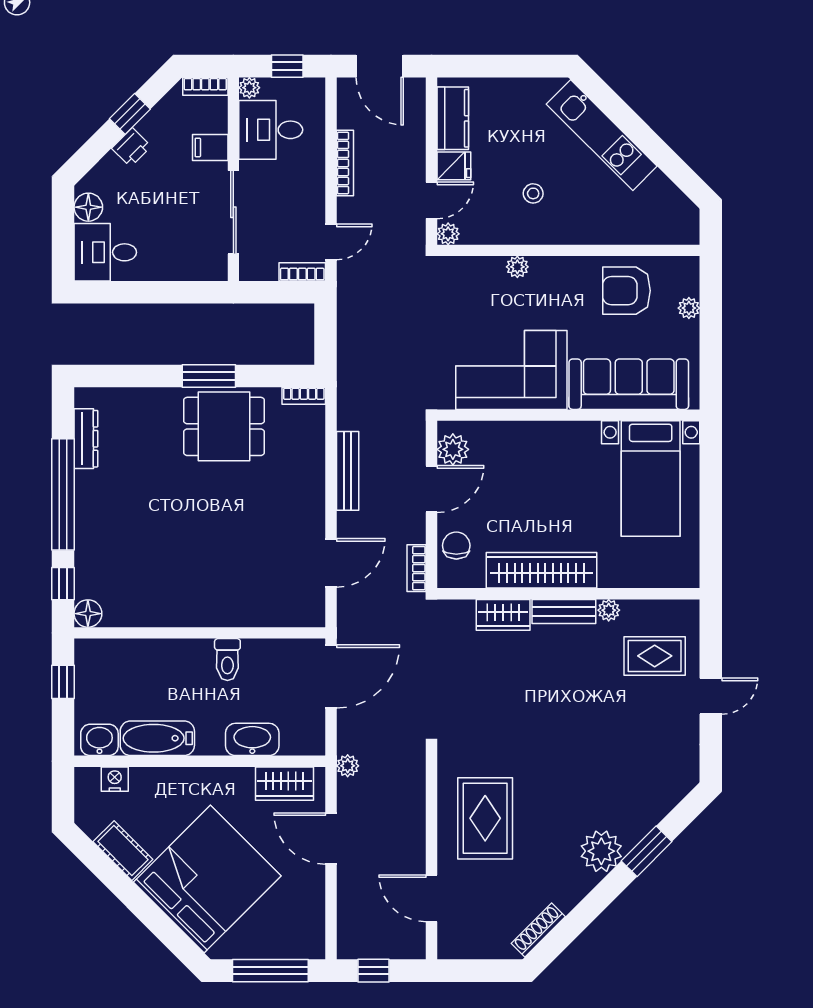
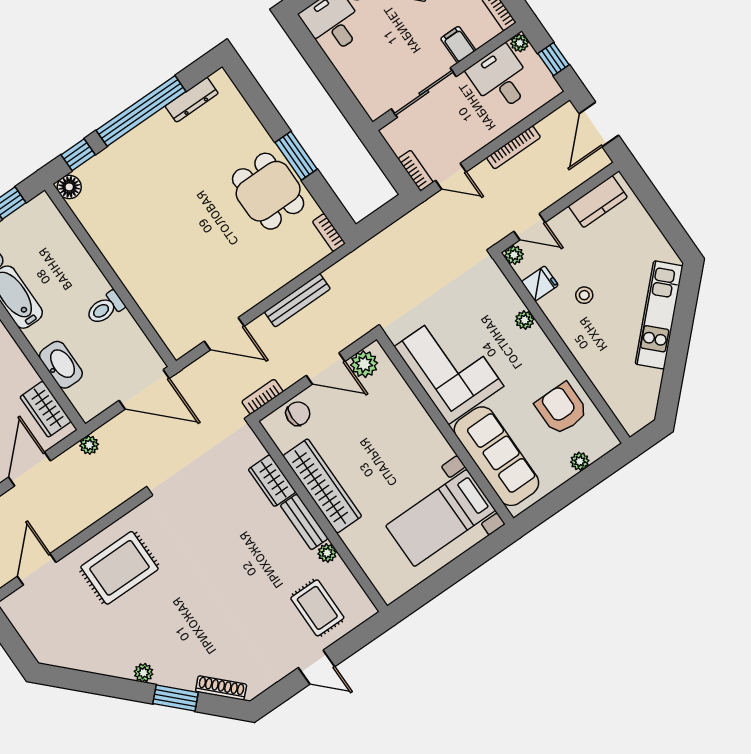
fridge: (454, 166) -> (540, 283), moved, turned -90
plant: (601, 851) -> (144, 673), width x0.53, depth x0.53
shoe rack: (538, 930) -> (221, 688), moved

